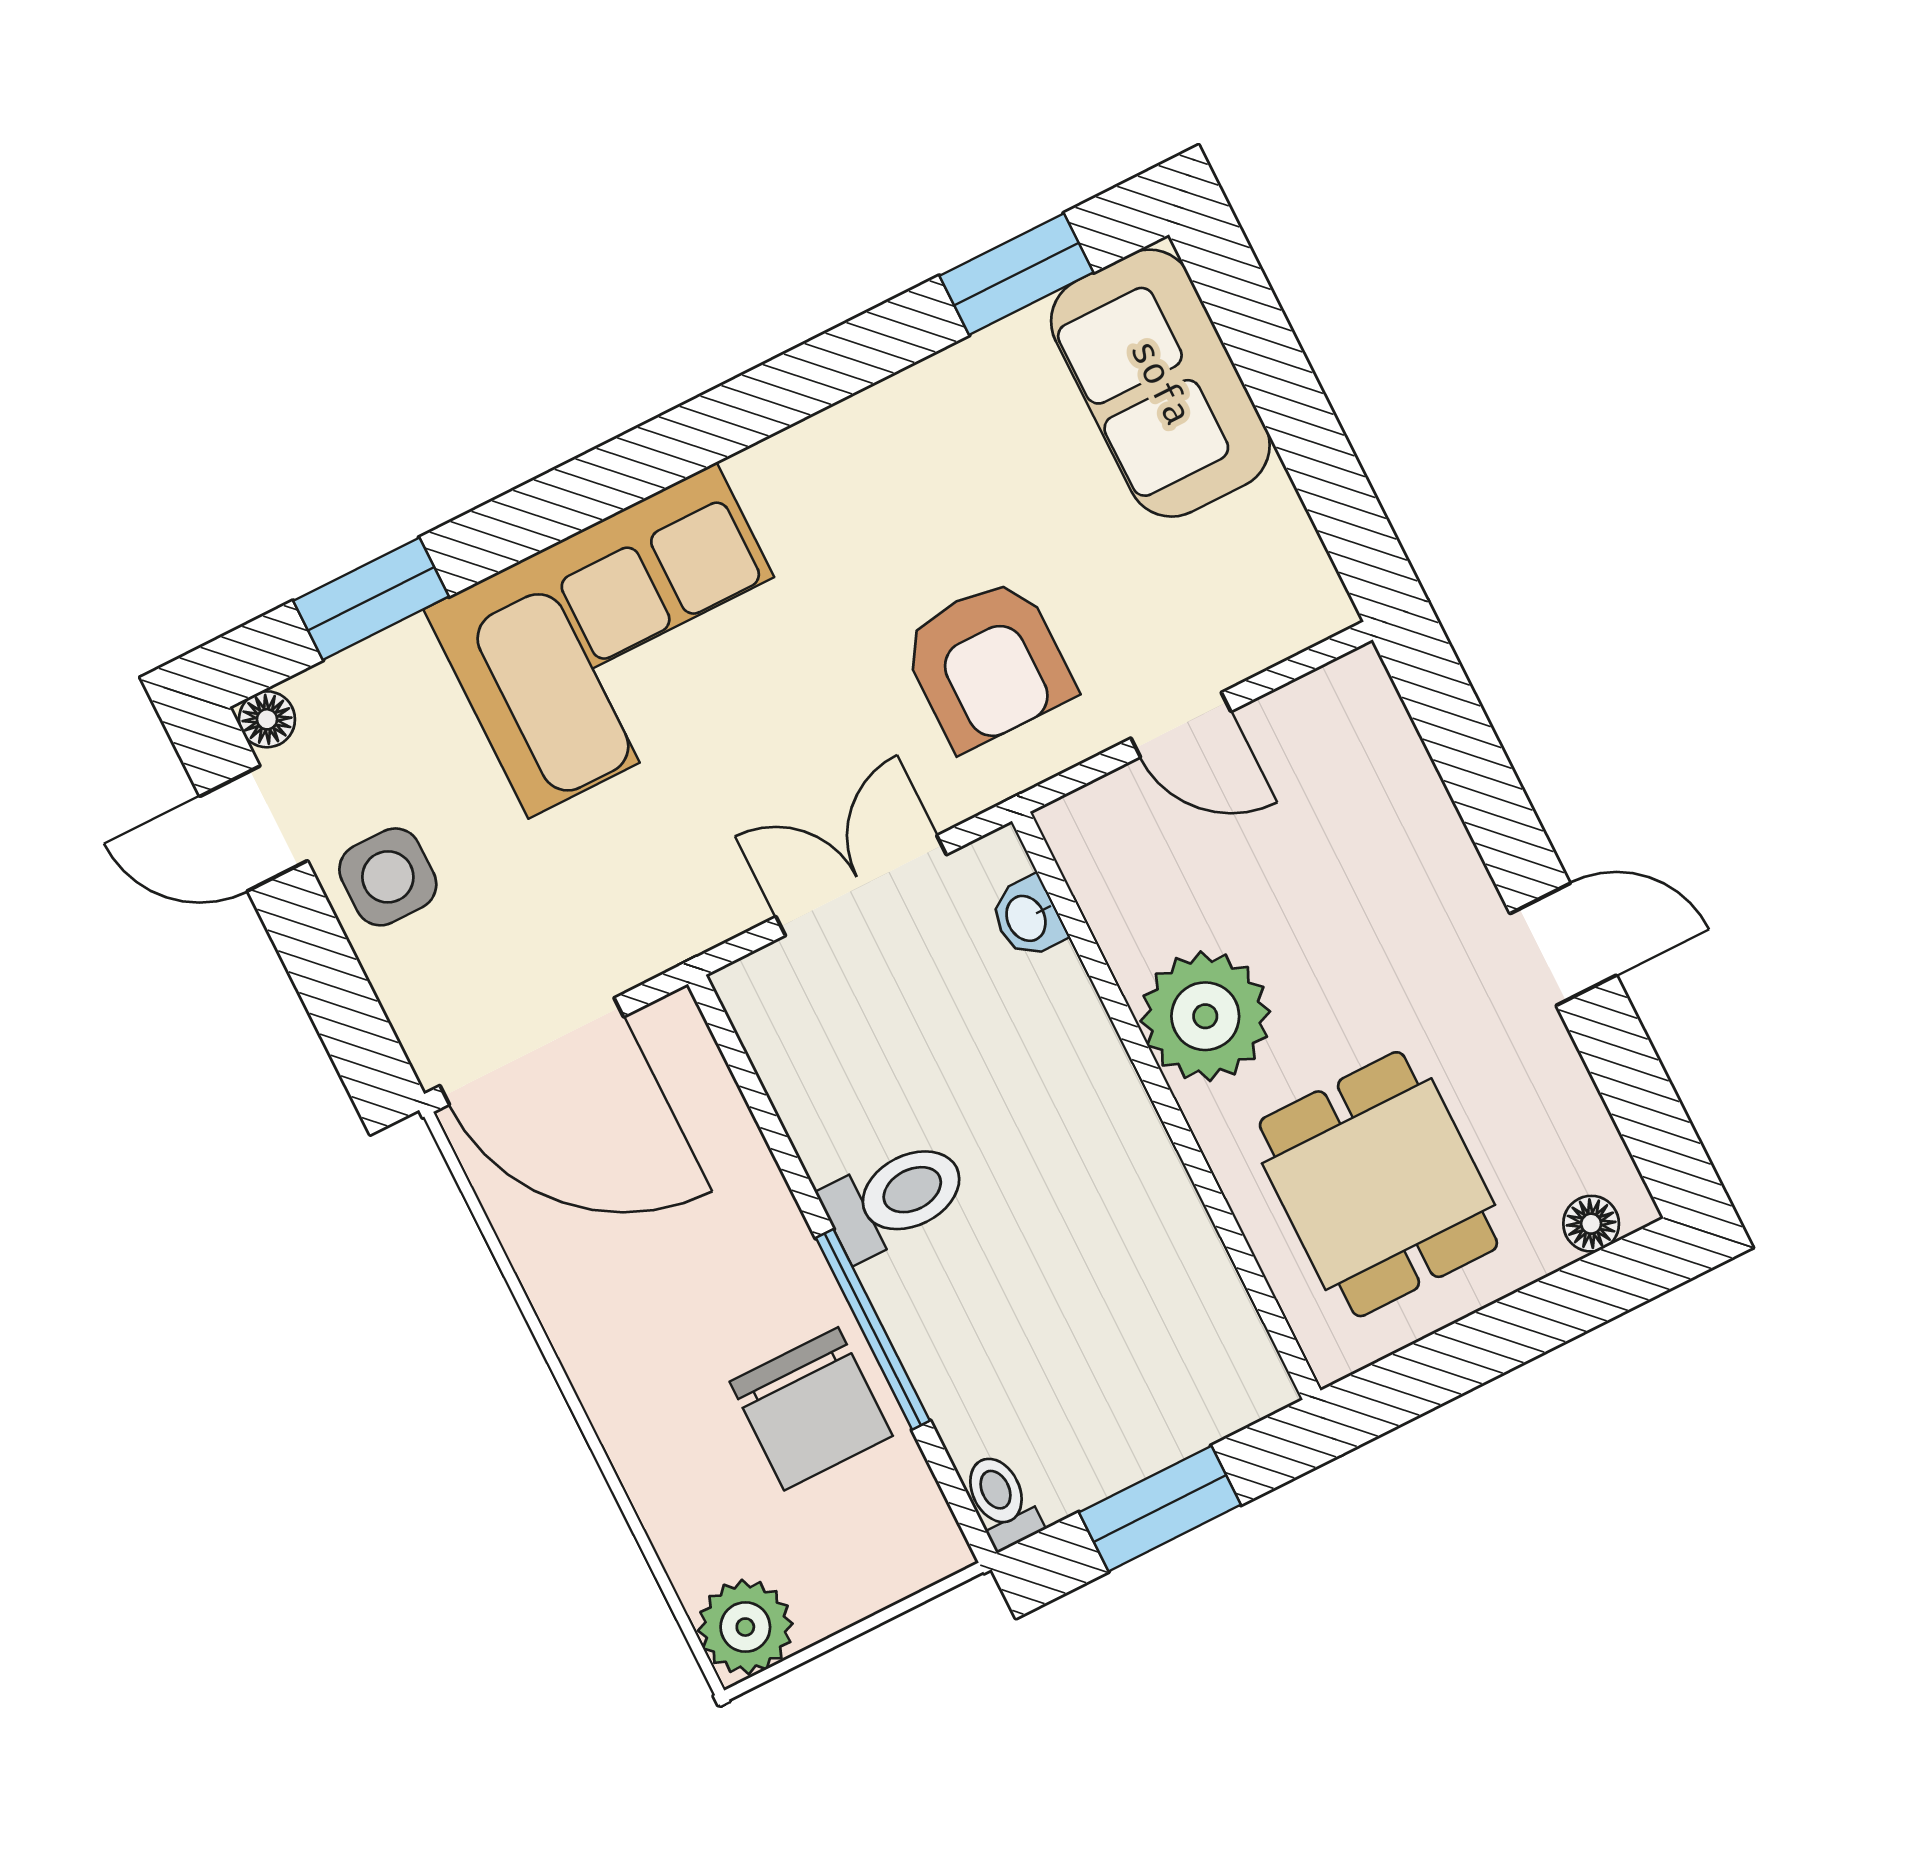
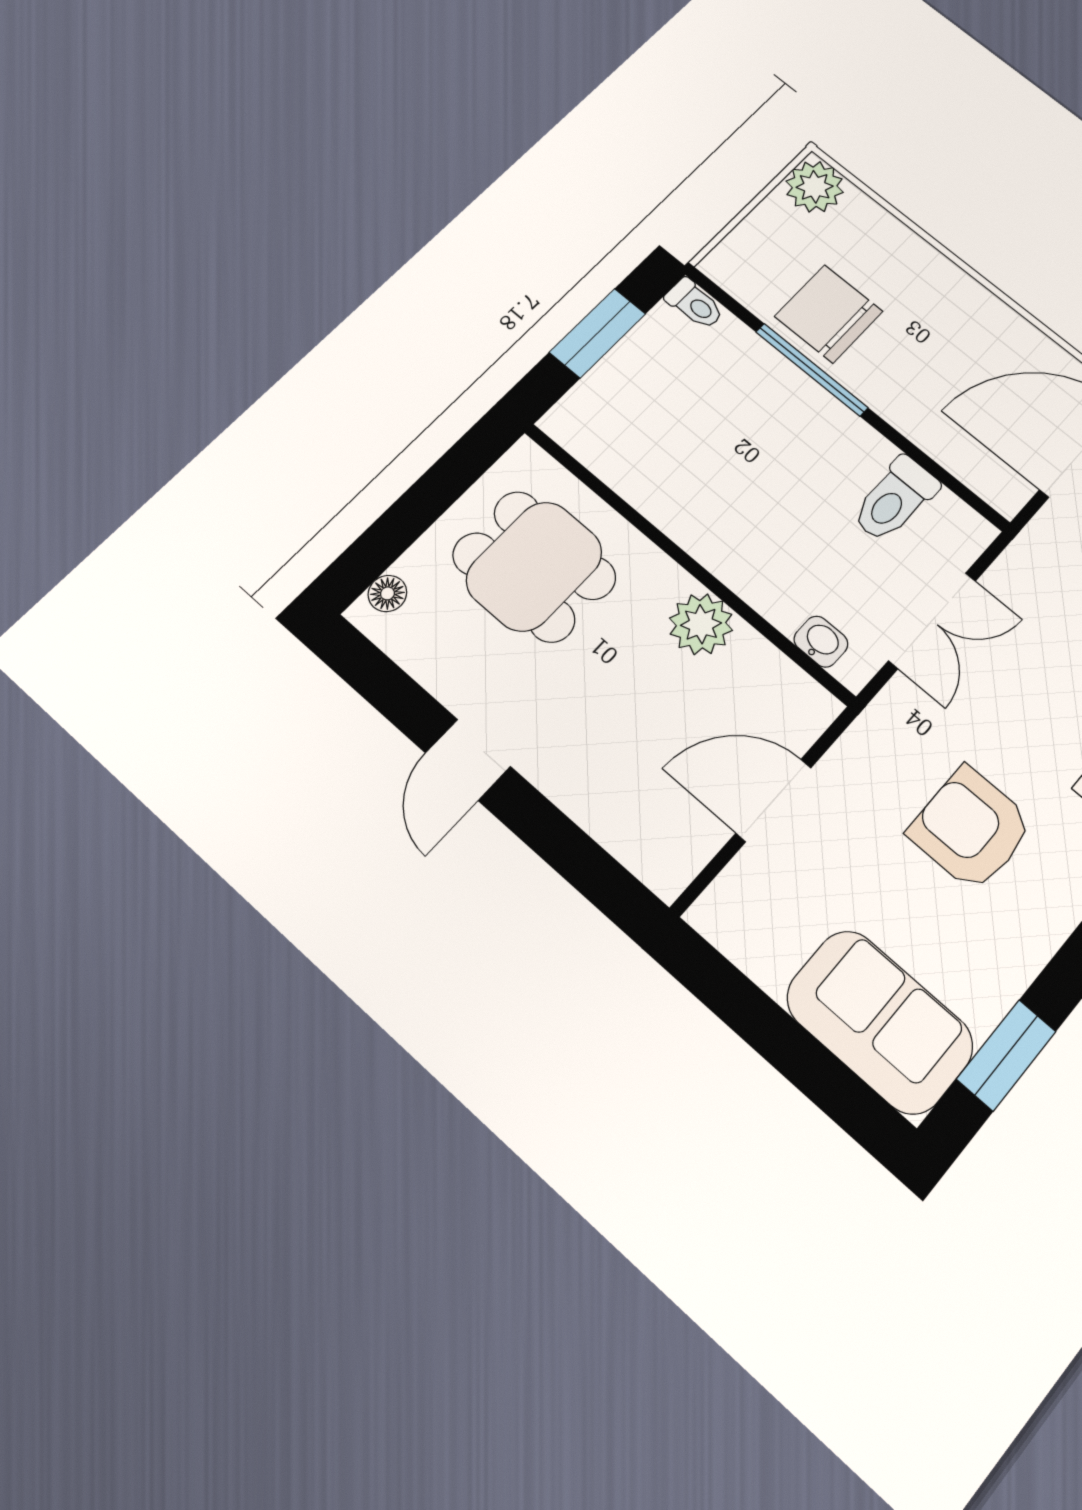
armchair: (988, 664) -> (971, 829), moved
door: (1181, 725) -> (774, 800), width x1.38
door: (1563, 944) -> (468, 760), hinge flipped
plant: (1205, 1016) -> (701, 624), width x0.73, depth x0.73
toilet: (895, 1198) -> (895, 499), moved

